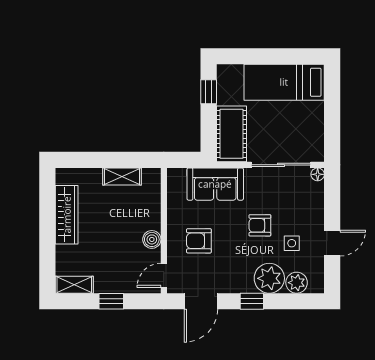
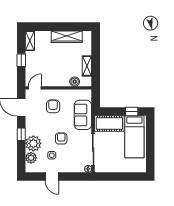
bed: (284, 82) -> (134, 137), moved, turned 180
boiler: (152, 239) -> (75, 82), moved
door: (164, 275) -> (35, 88), hinge flipped

